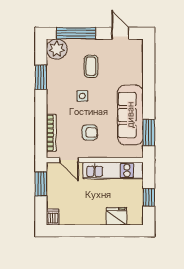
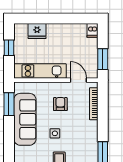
side table: (82, 96) -> (55, 133), moved
armchair: (90, 132) -> (60, 104), turned 90

